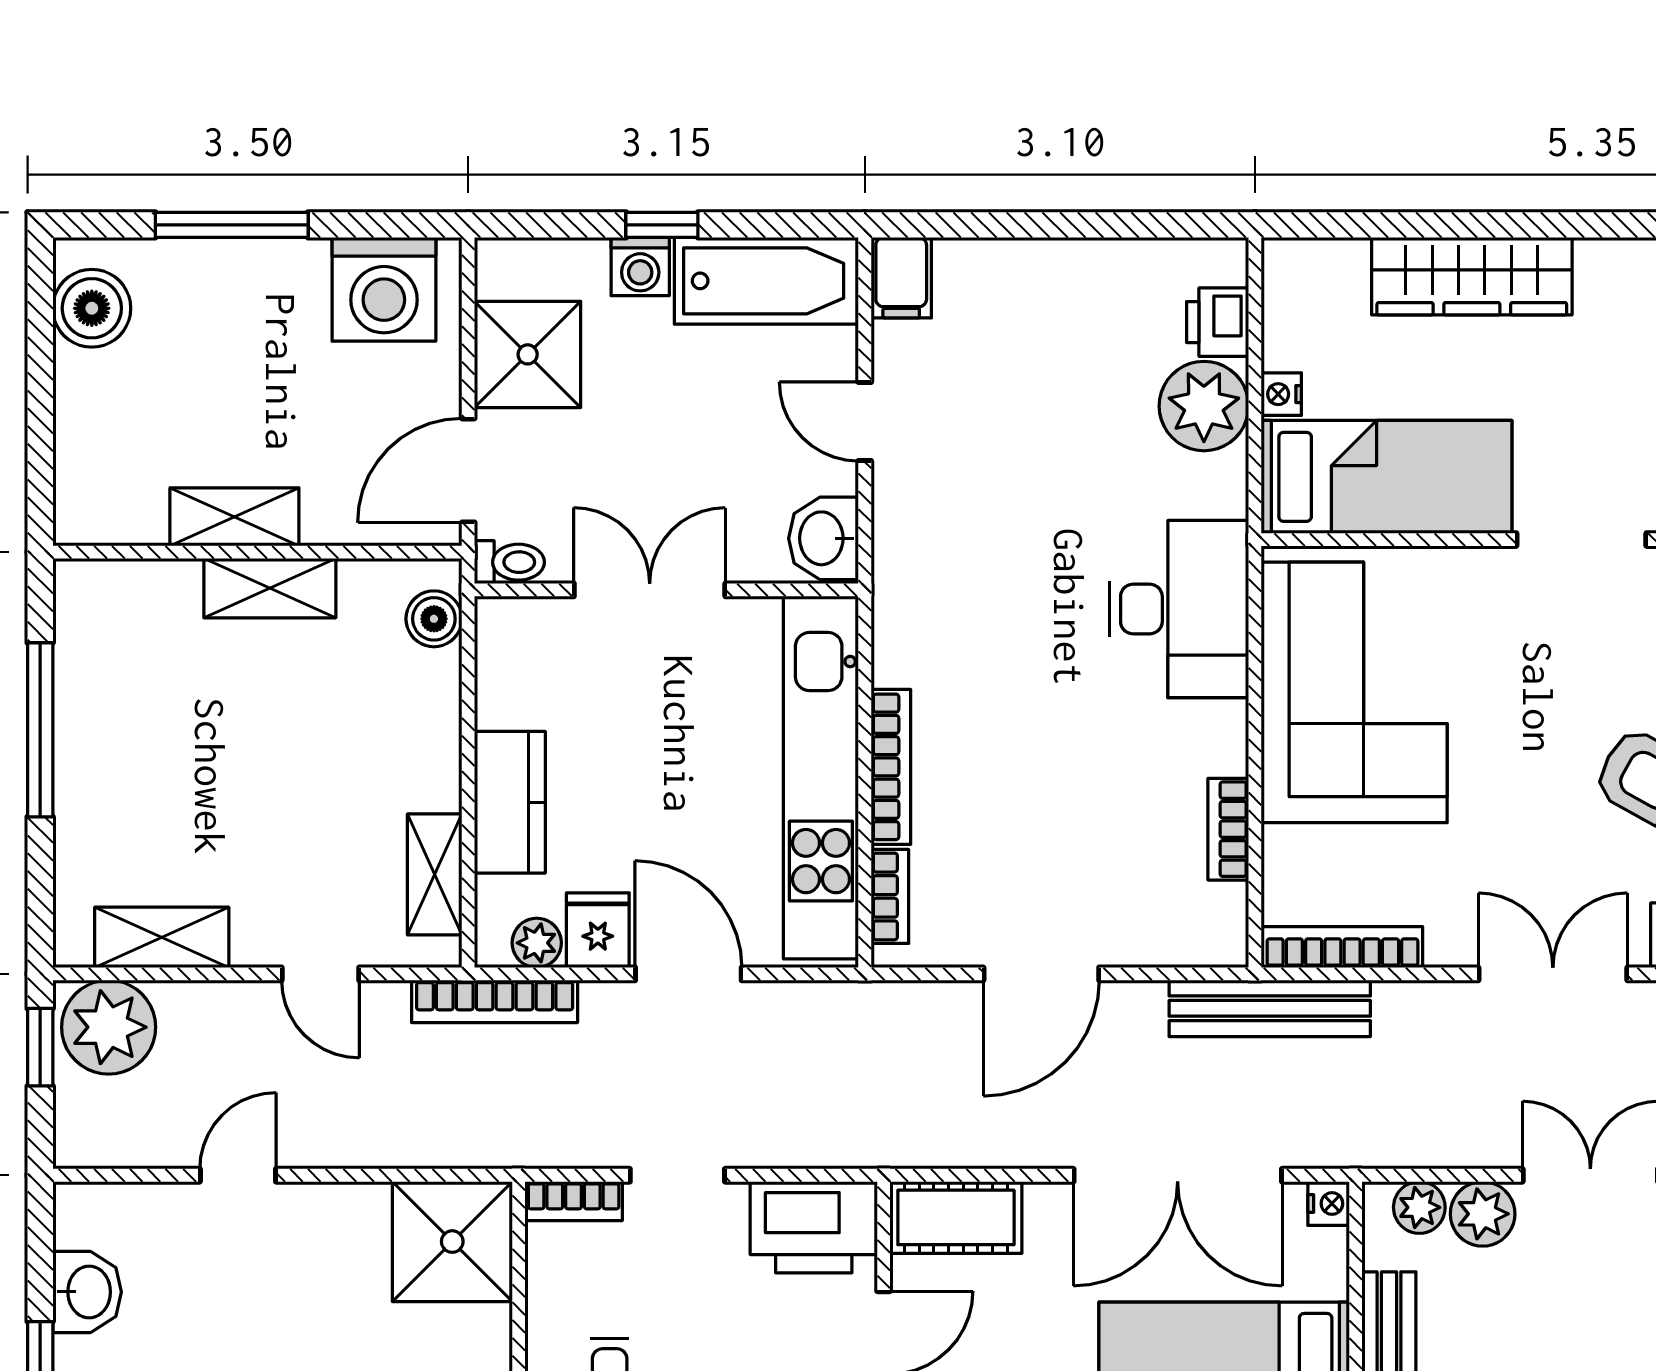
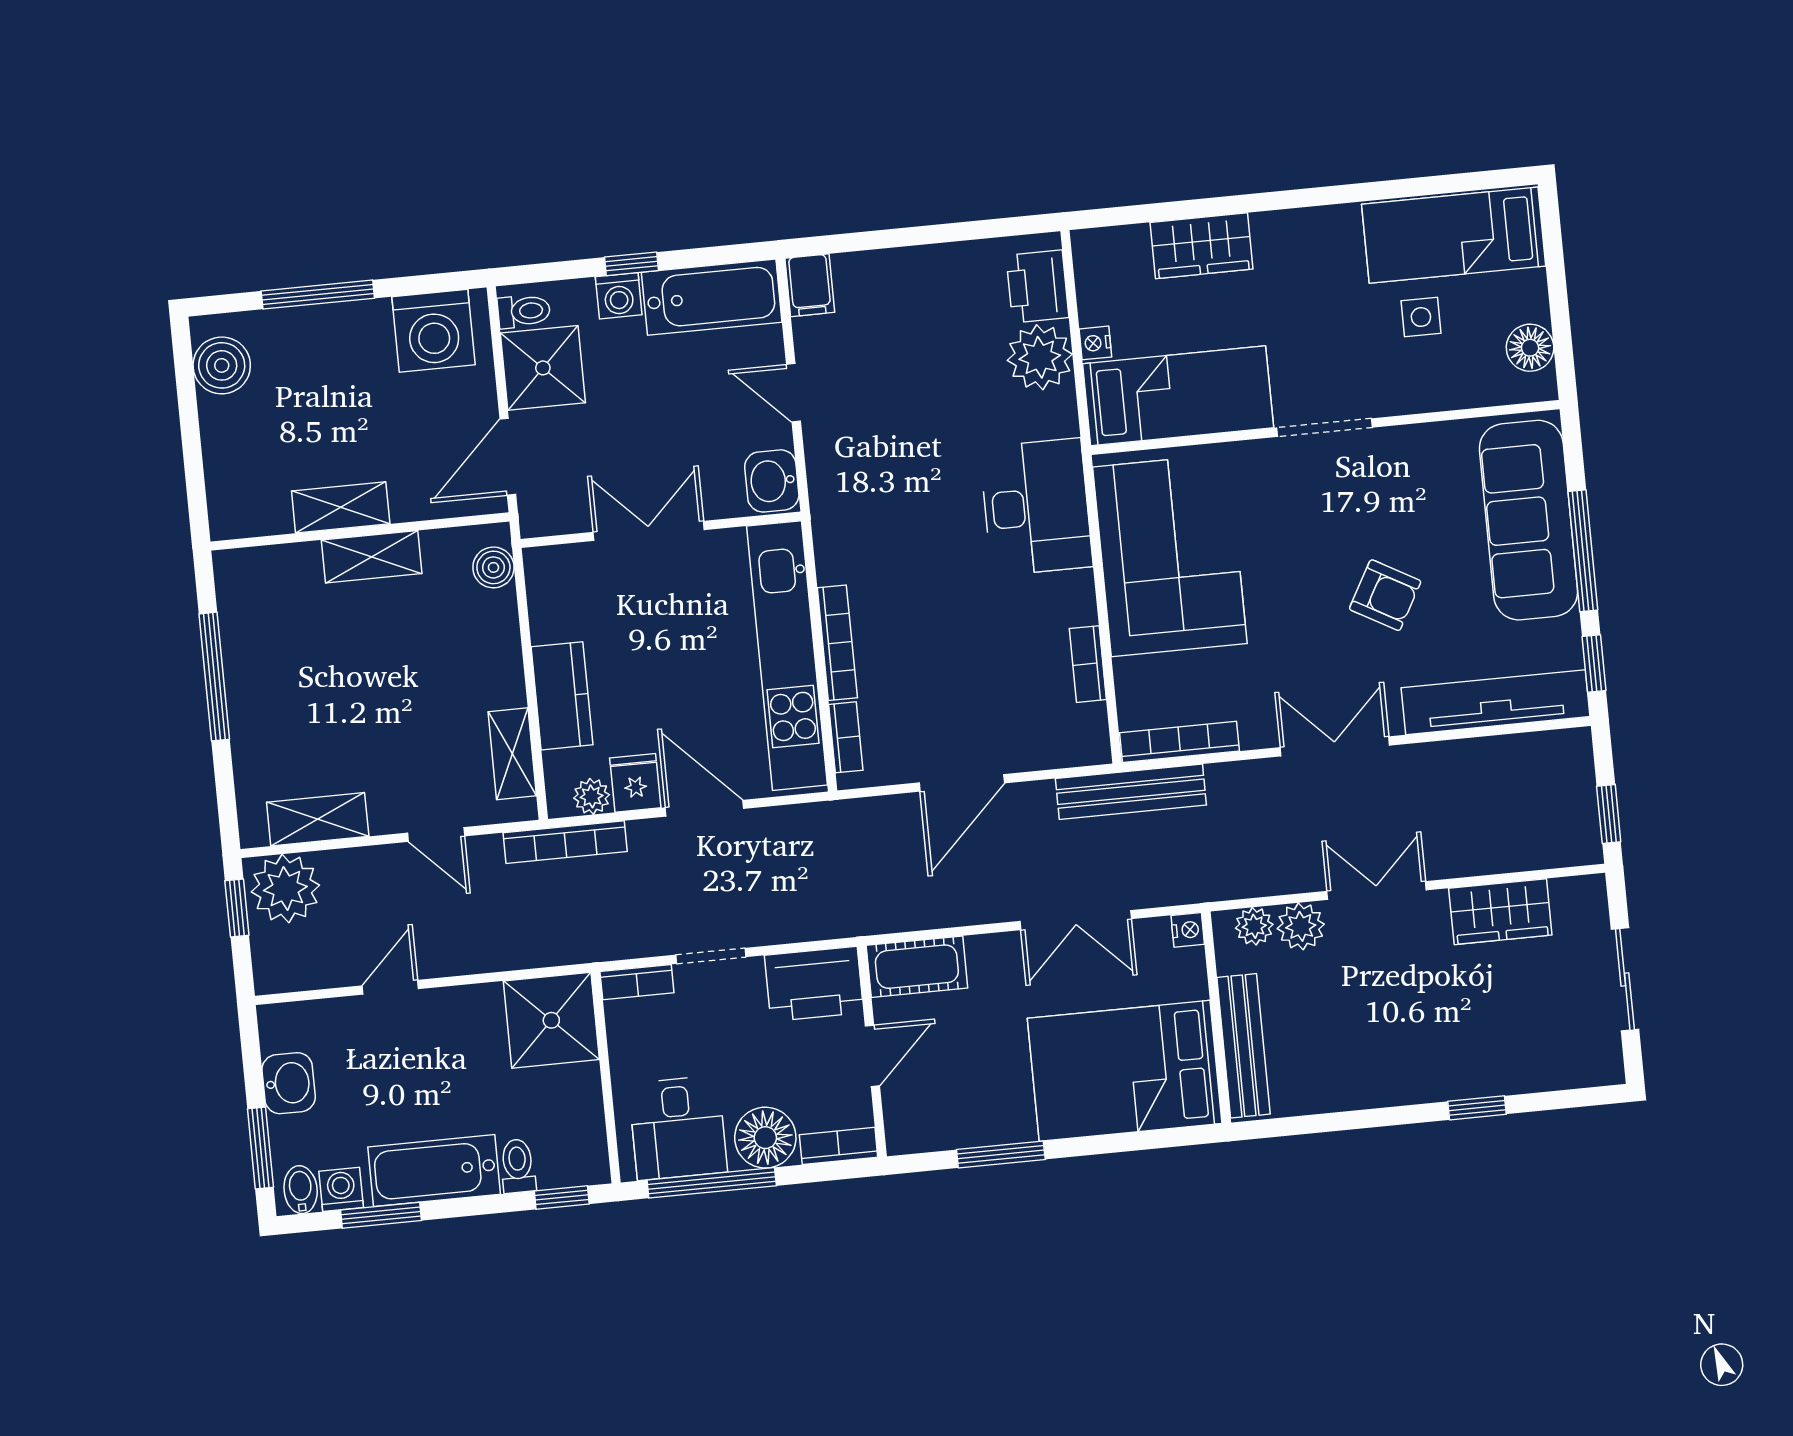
wardrobe: (1472, 276) -> (1202, 246), width x0.67
printer: (1218, 322) -> (1037, 286), width x1.36, depth x1.24
toilet: (509, 562) -> (524, 311), moved
double door: (1178, 1175) -> (1076, 920), width x0.73

